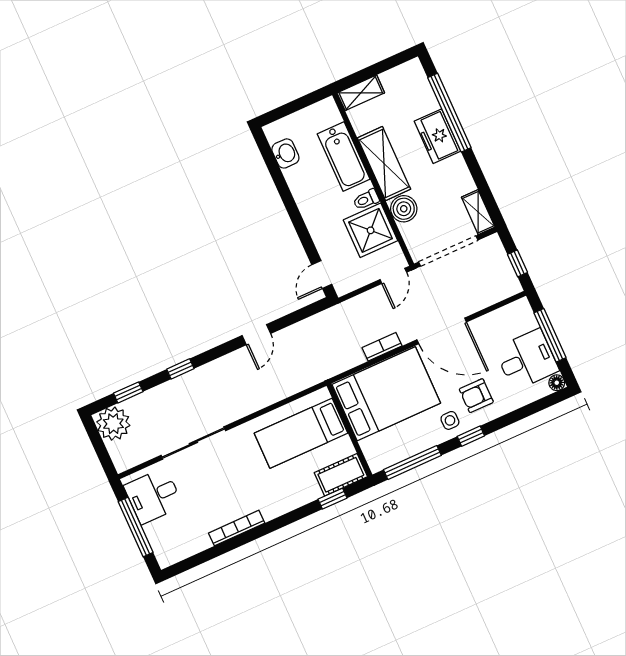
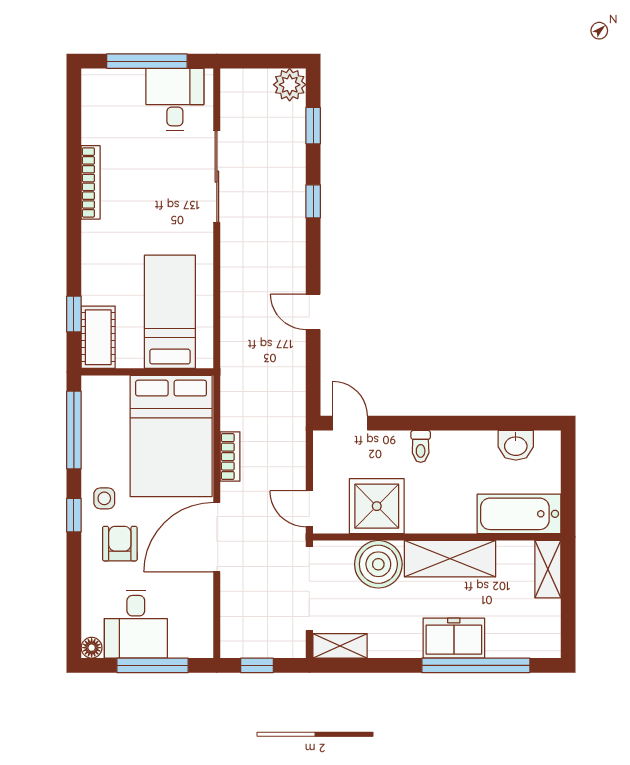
bathtub: (344, 157) -> (519, 514), moved
toilet: (366, 200) -> (421, 446), moved, turned 180
boiler: (404, 209) -> (378, 564), width x1.37, depth x1.37
plant: (113, 424) -> (290, 85), width x0.73, depth x0.73

